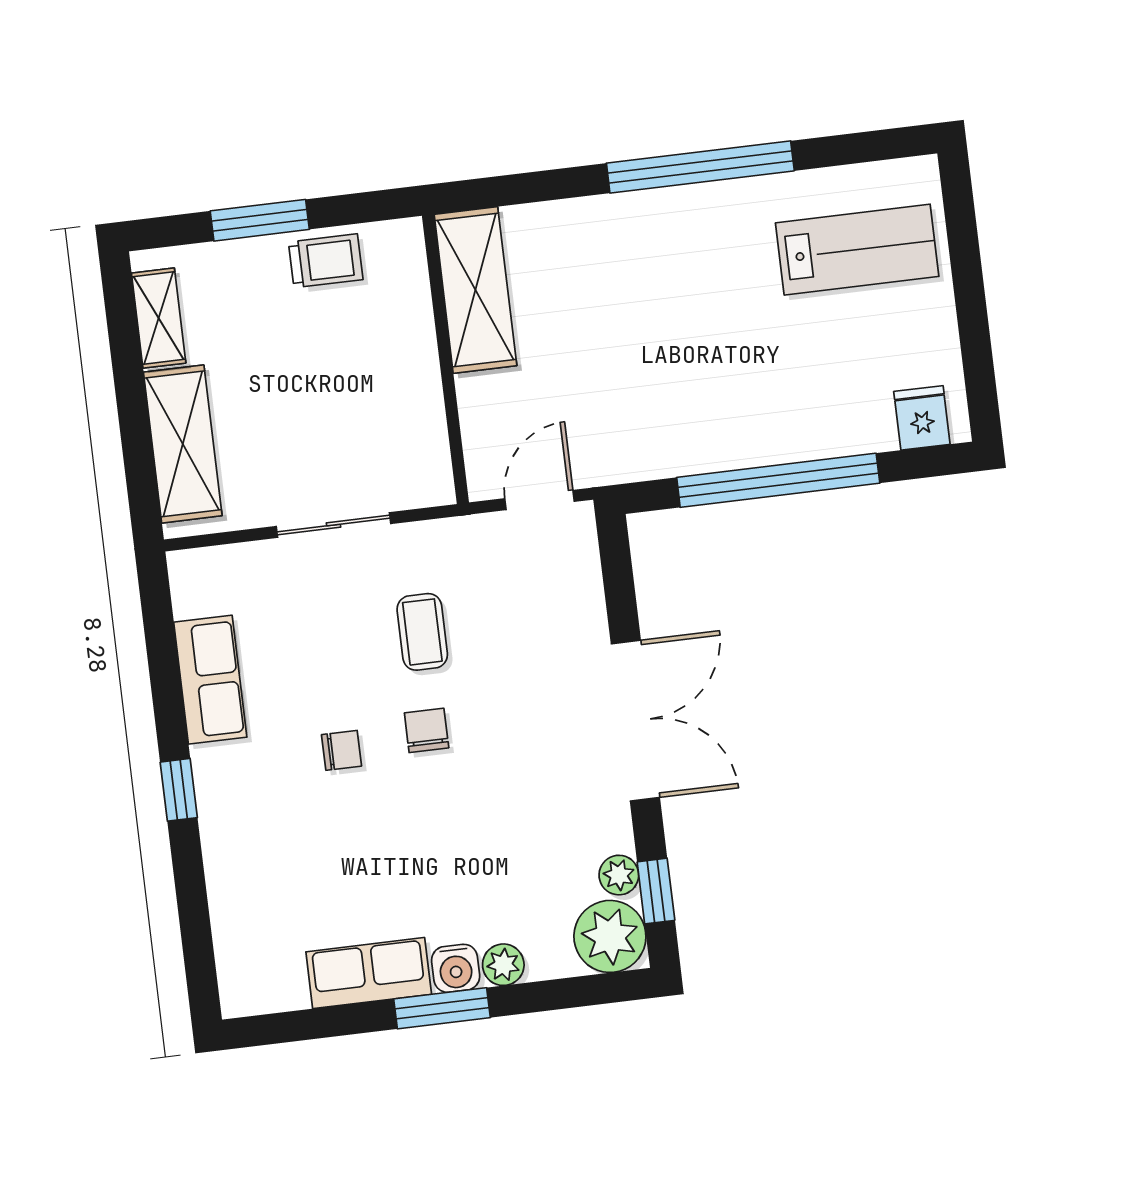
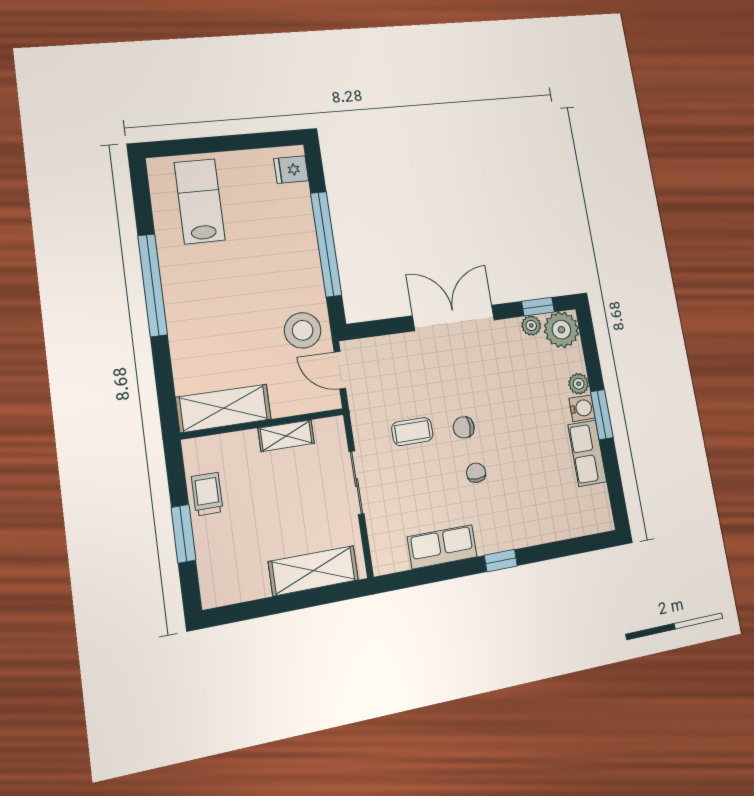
shelving: (159, 318) -> (286, 436), moved
stool: (615, 433) -> (303, 330), added

